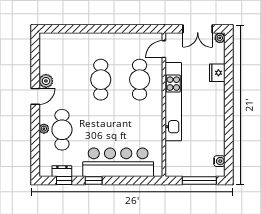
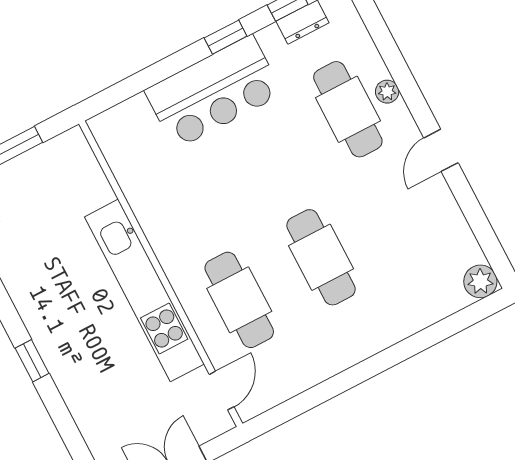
fridge: (217, 73) -> (83, 400), removed
plant: (46, 81) -> (480, 281), moved
window: (229, 97) -> (32, 361), added
bar counter: (118, 162) -> (214, 92), width x0.73

